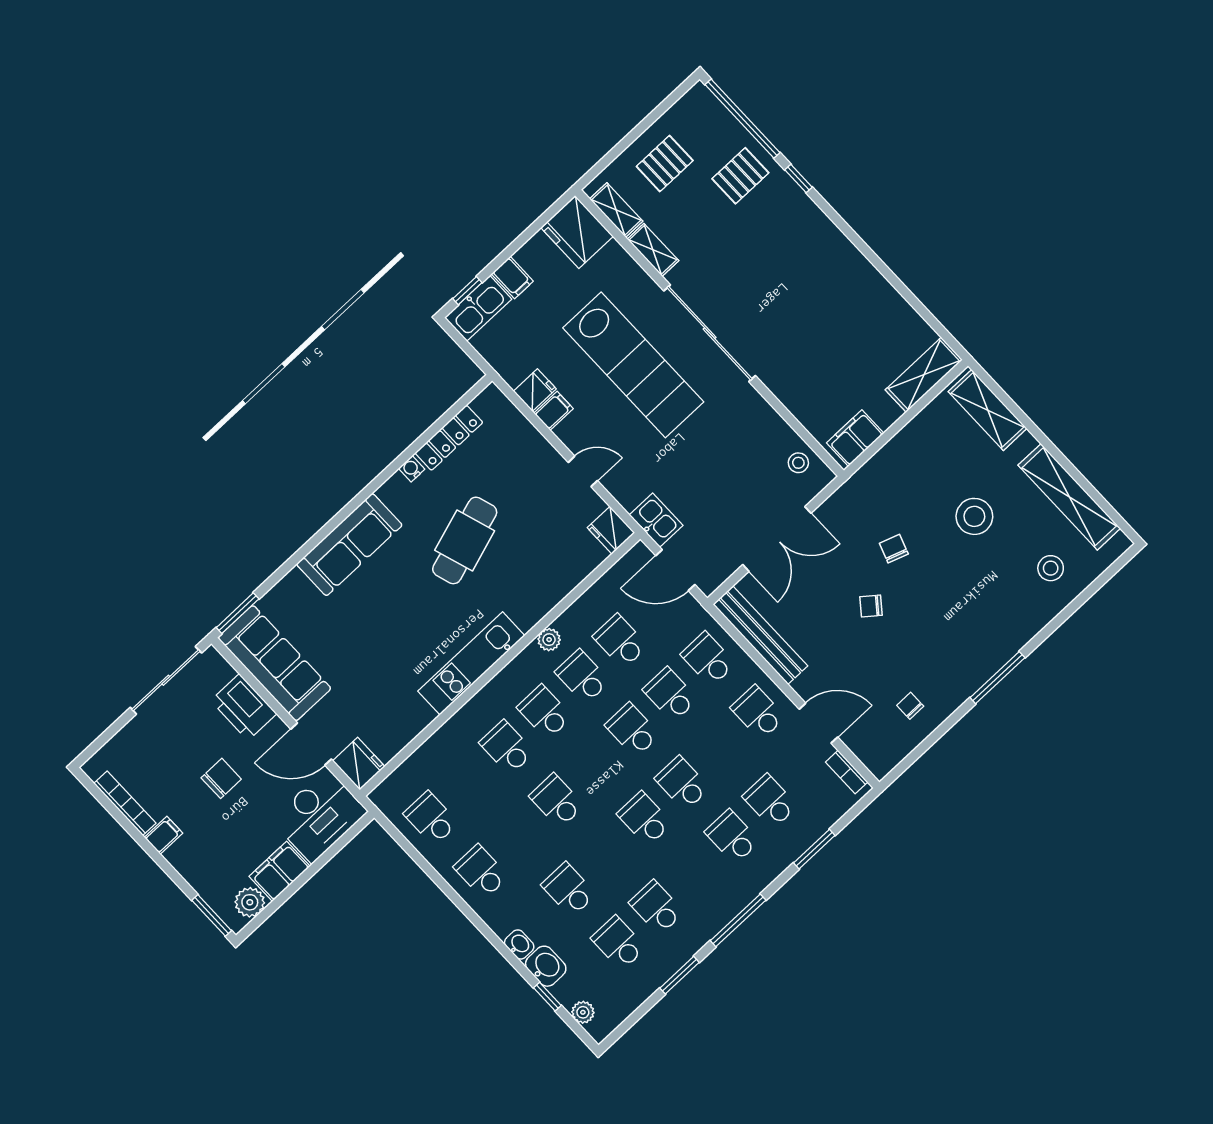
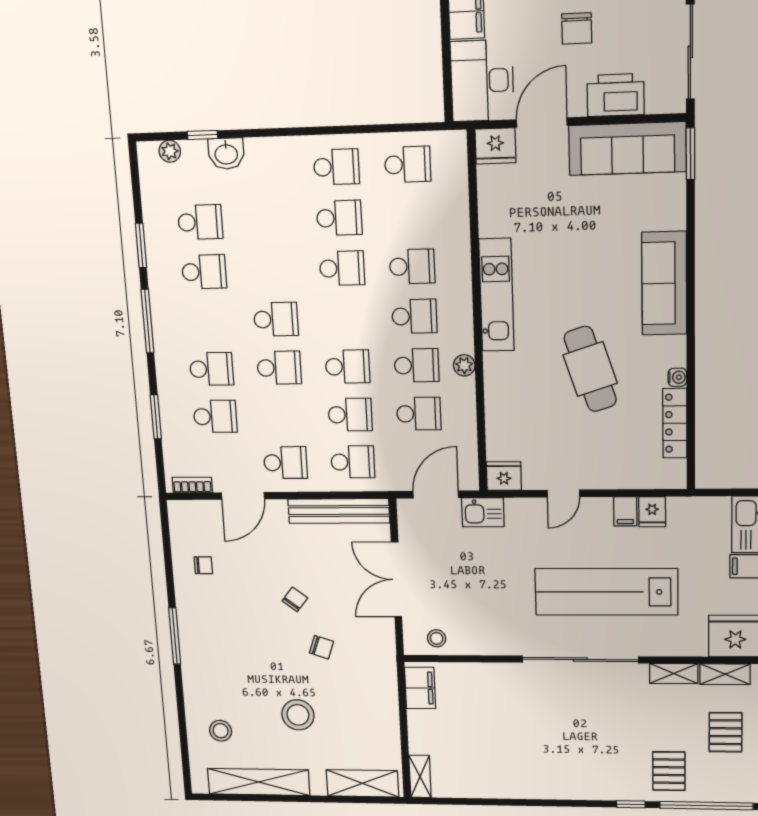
shelving: (924, 375) -> (420, 776), width x0.67, depth x0.75
school desk: (569, 890) -> (339, 218), moved
washbasin: (519, 944) -> (258, 148), removed

